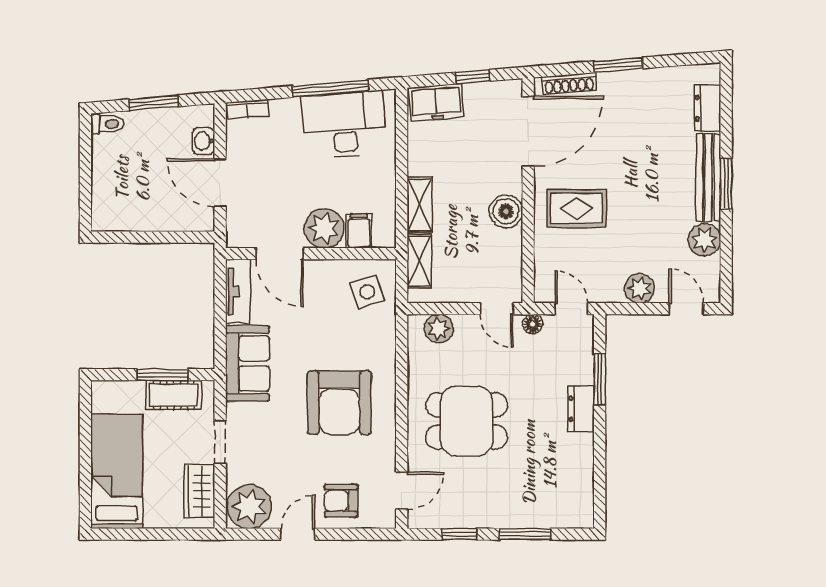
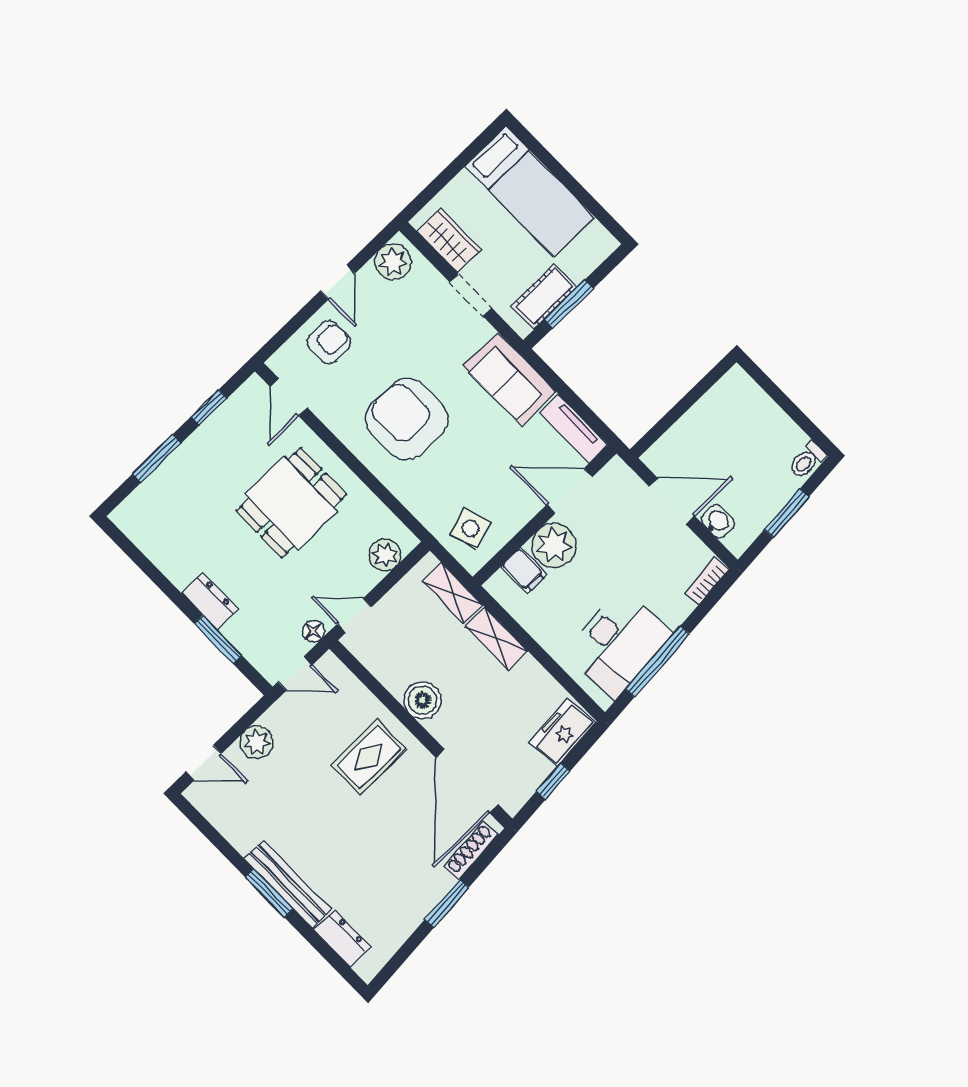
plant: (704, 240) -> (243, 832), removed
plant: (249, 507) -> (393, 262), width x0.73, depth x0.73

